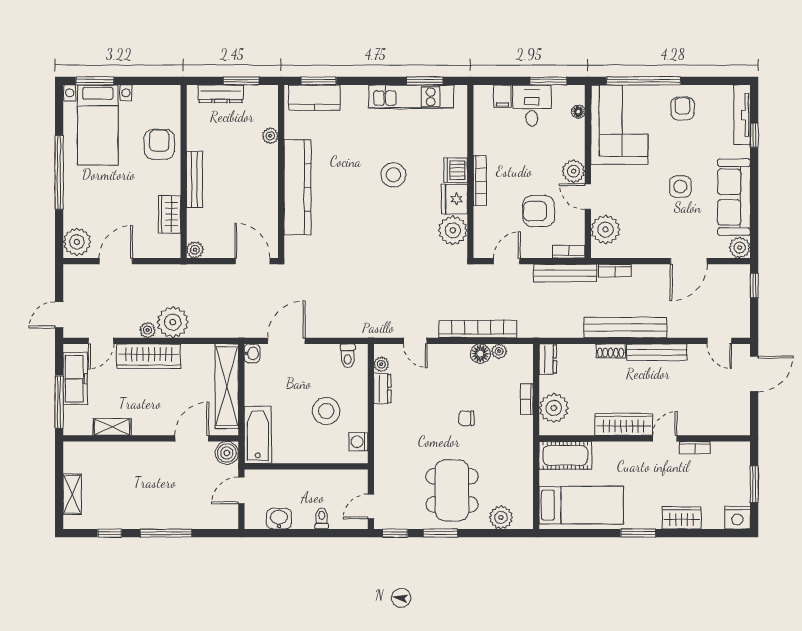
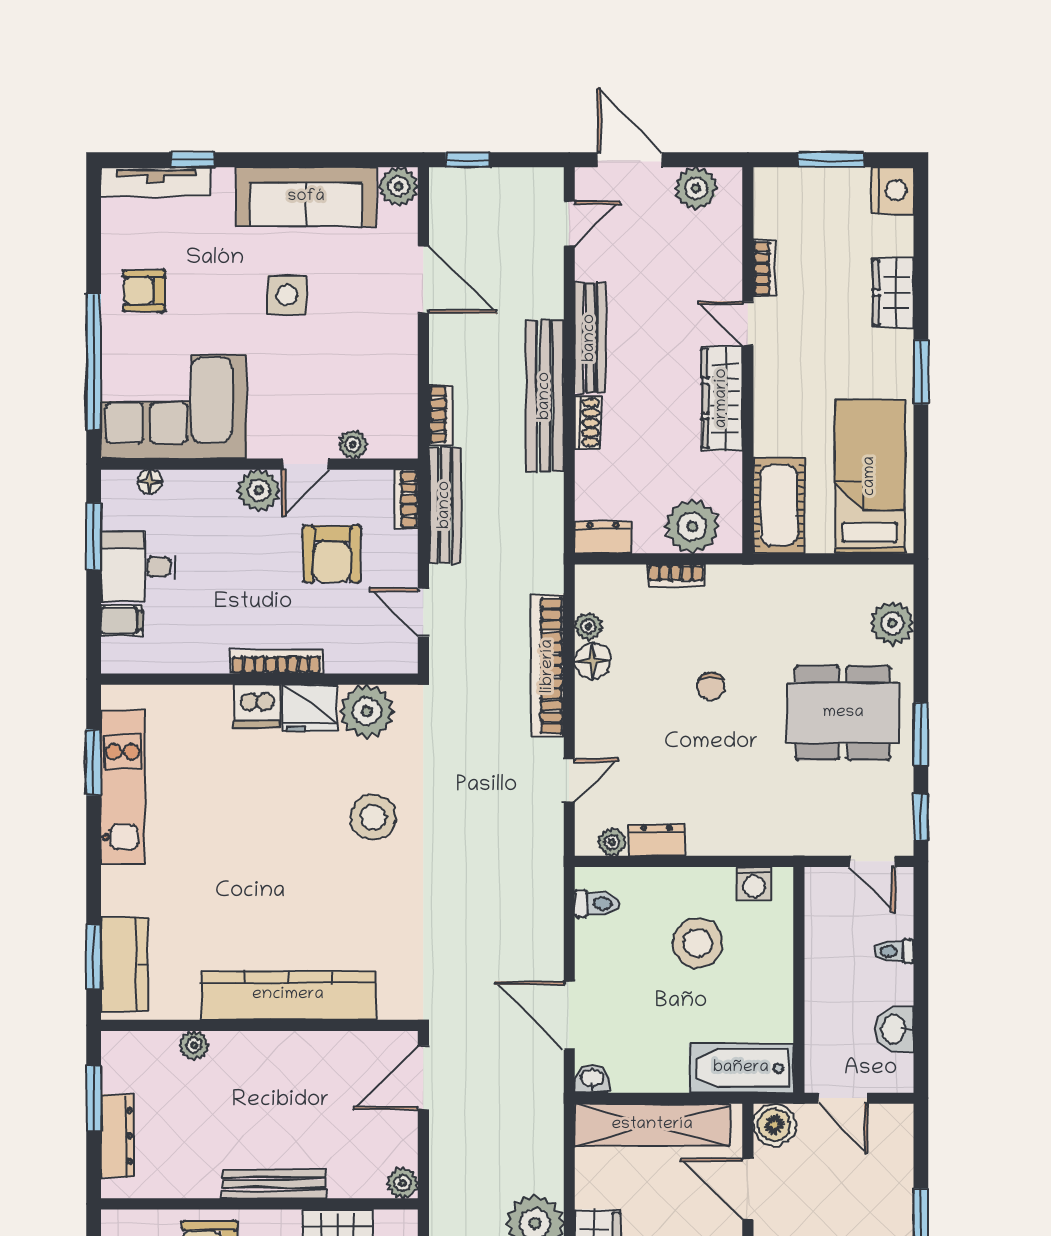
stool: (393, 175) -> (373, 817), moved
plant: (605, 230) -> (353, 444), width x0.53, depth x0.53
plant: (739, 410) -> (696, 188), added

